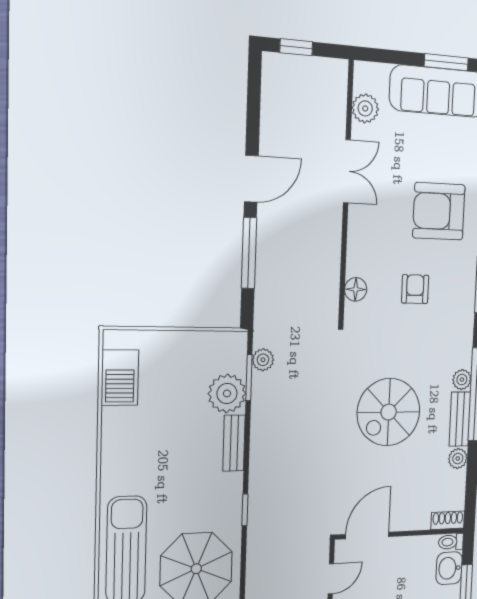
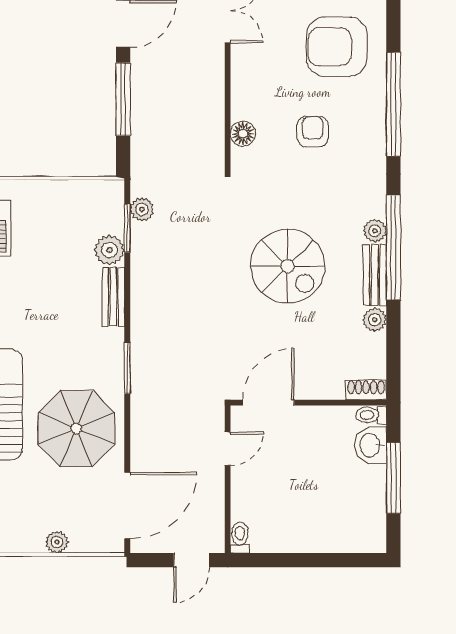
plant: (227, 393) -> (109, 250), width x0.73, depth x0.73
spiral stairs: (389, 412) -> (288, 266), turned -90
window: (245, 510) -> (127, 368), width x1.50

